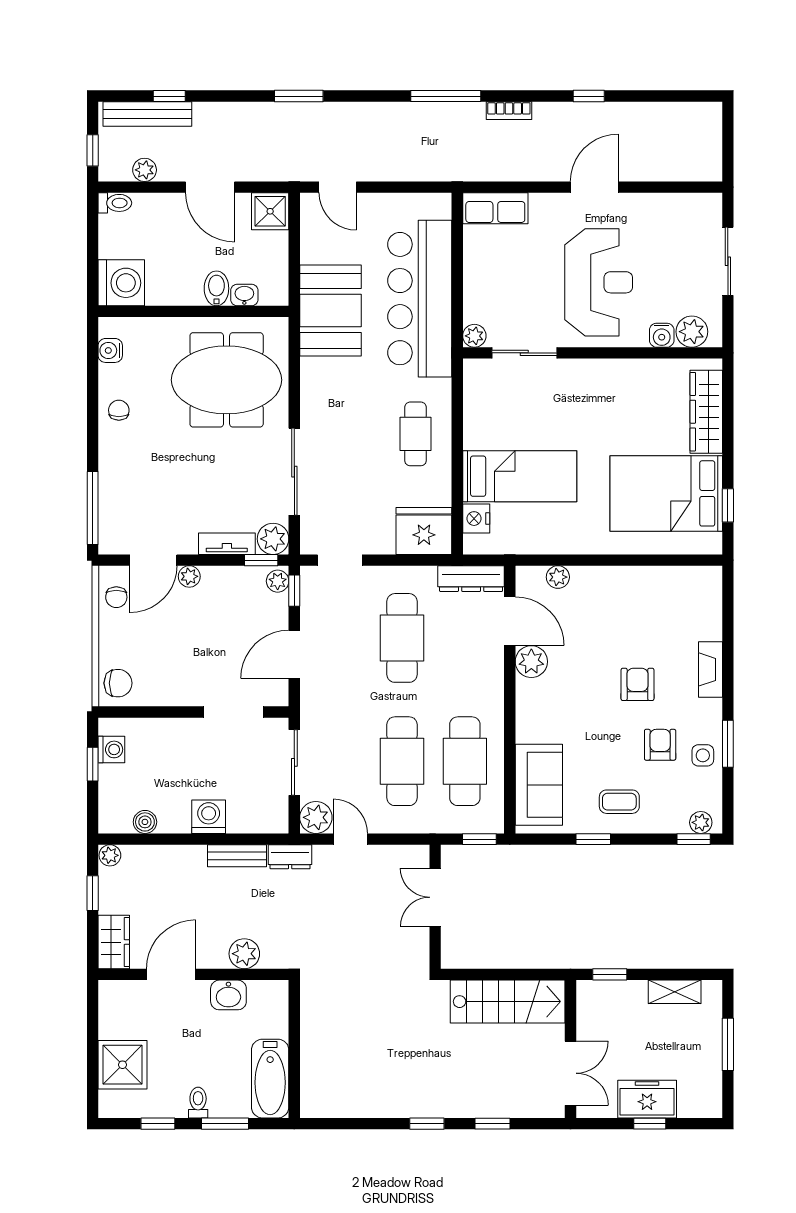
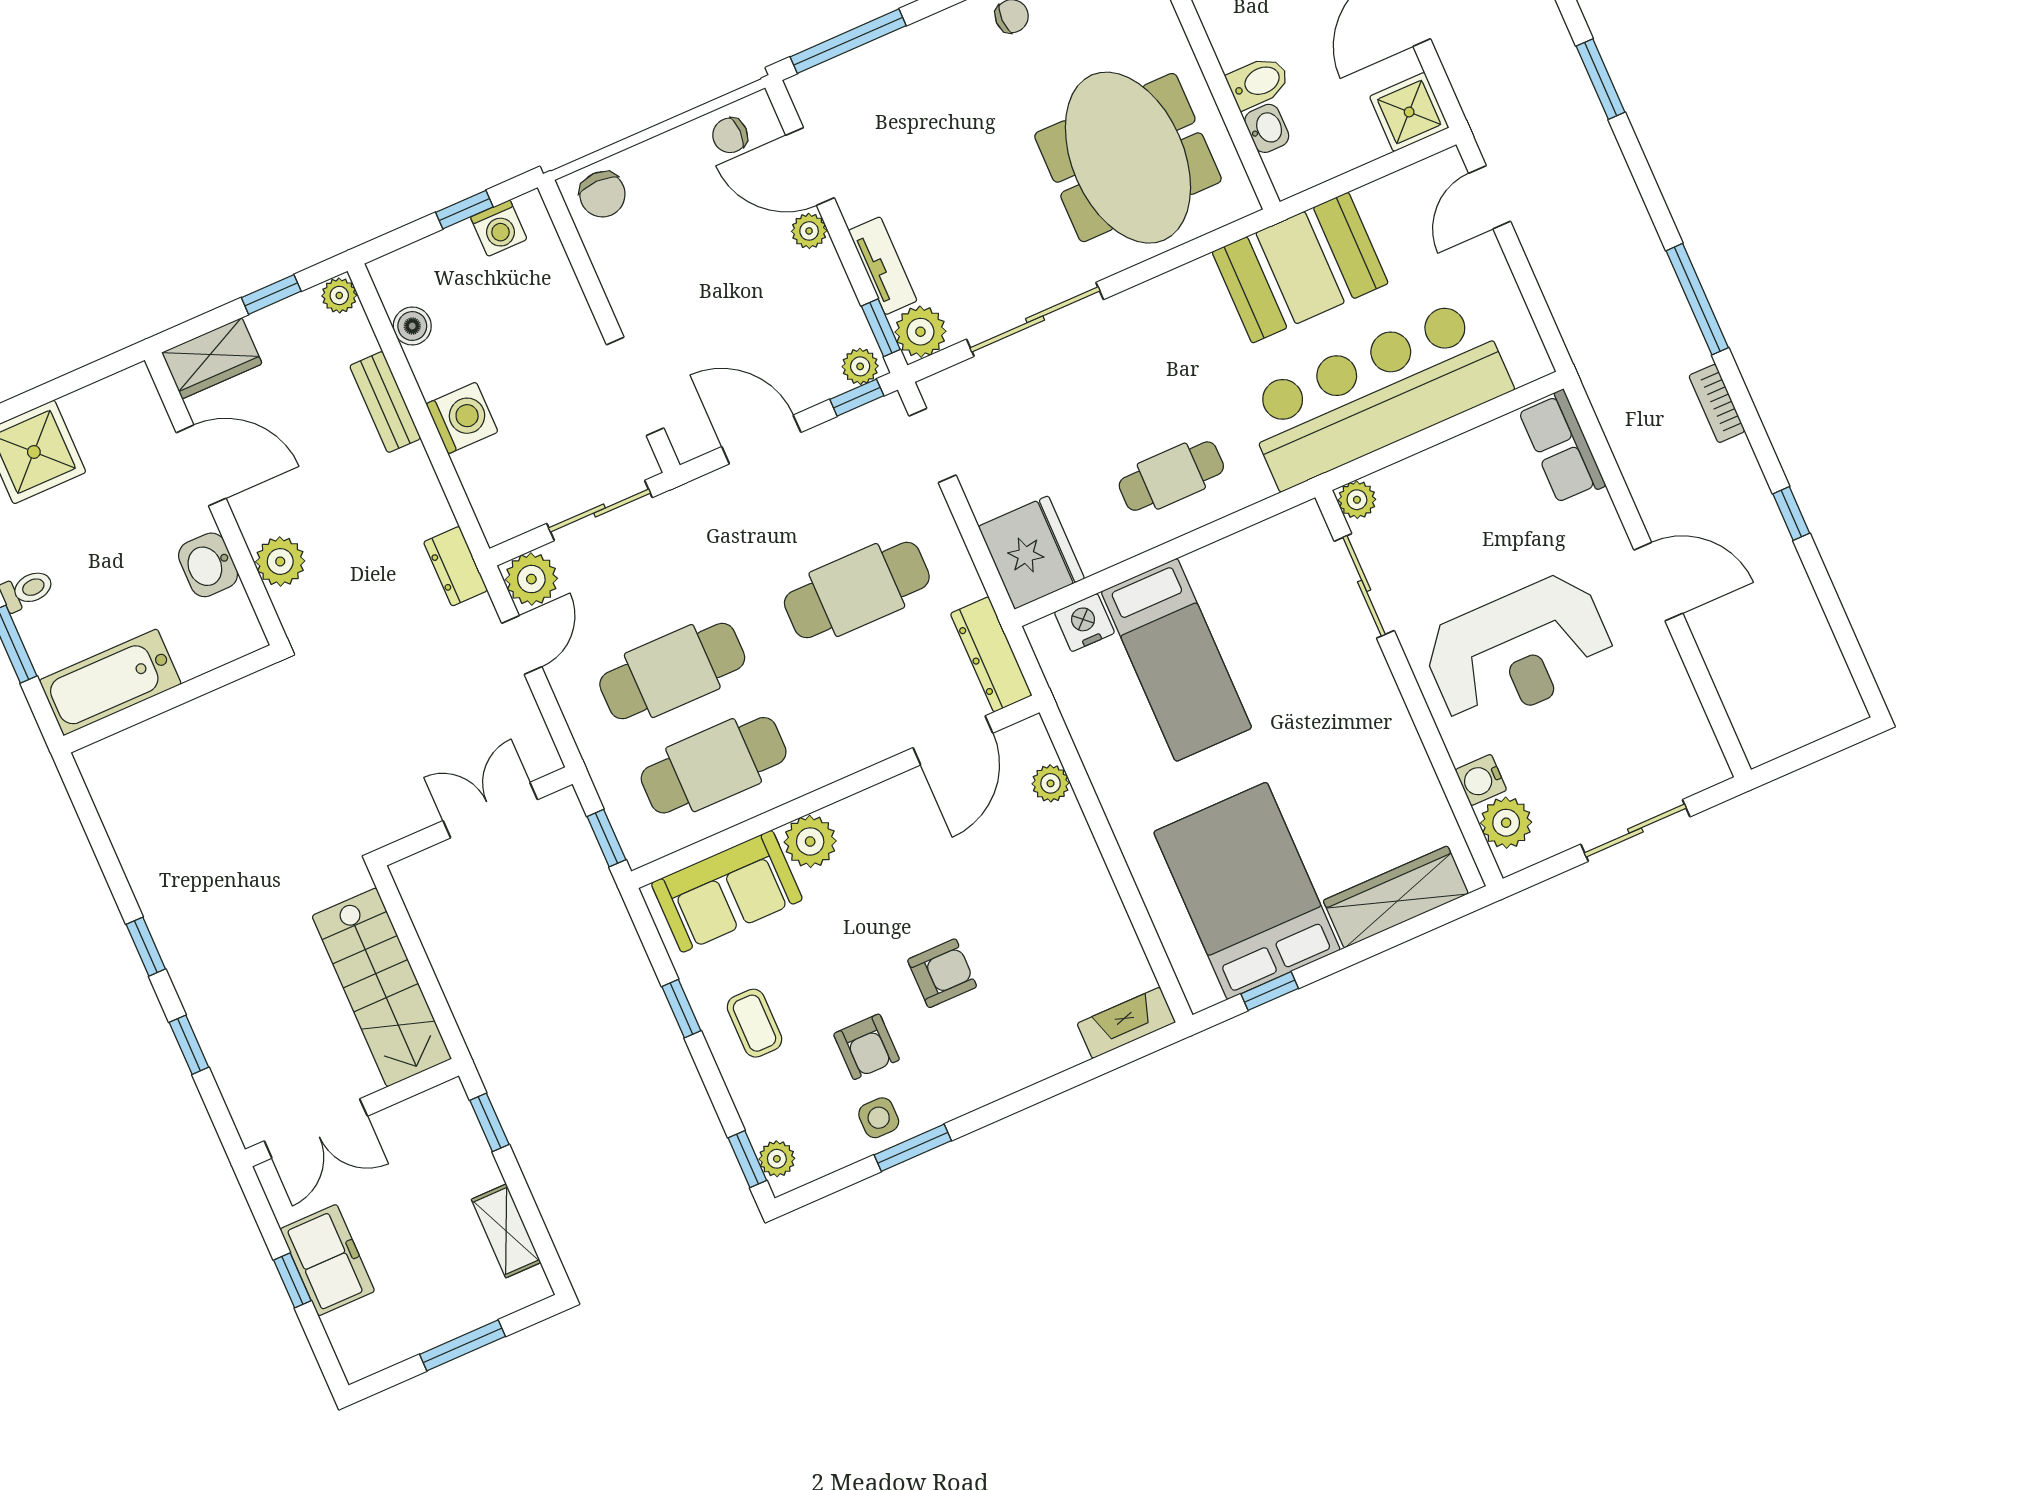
plant: (531, 662) -> (810, 841), moved
fireplace: (711, 669) -> (1126, 1023), moved
armchair: (660, 745) -> (867, 1047), turned 90
bench: (237, 856) -> (385, 402), moved

